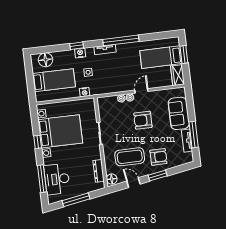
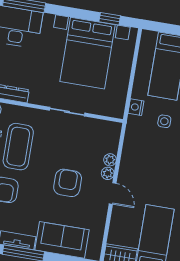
window: (38, 142) -> (110, 19), moved

